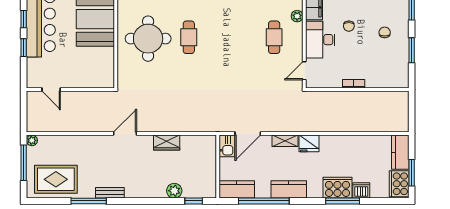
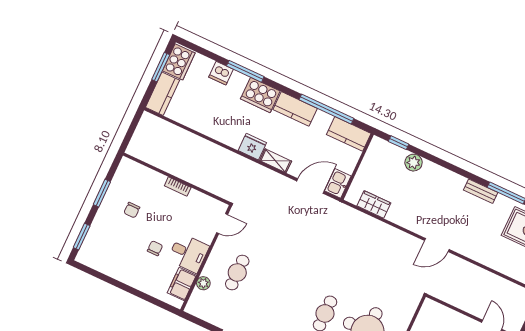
chair: (385, 32) -> (132, 210), moved
desk: (320, 40) -> (188, 253), width x0.73
wardrobe: (167, 143) -> (374, 204), moved
cooker: (337, 188) -> (260, 95), moved

